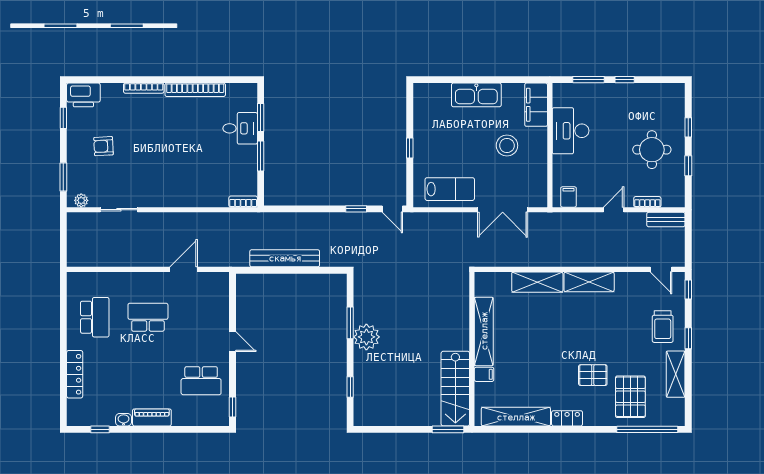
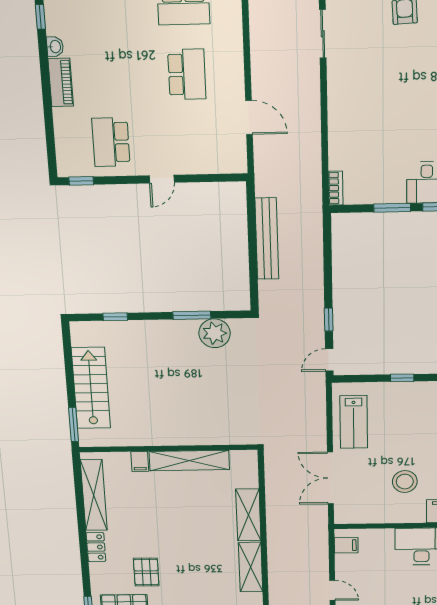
plant: (366, 337) -> (215, 333), moved
stairs: (455, 389) -> (91, 388), moved, turned 90

